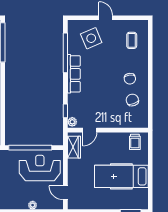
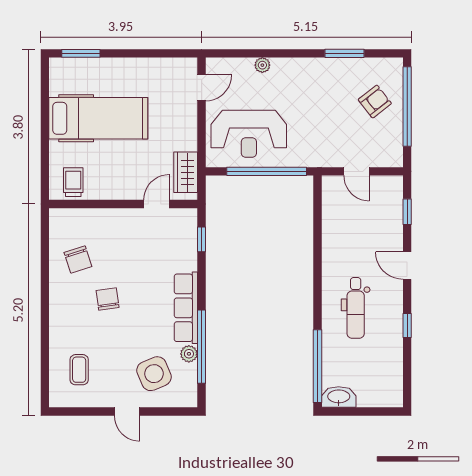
chair: (130, 79) -> (108, 299), moved
plant: (72, 122) -> (189, 354), moved
door: (65, 193) -> (202, 88), hinge flipped

